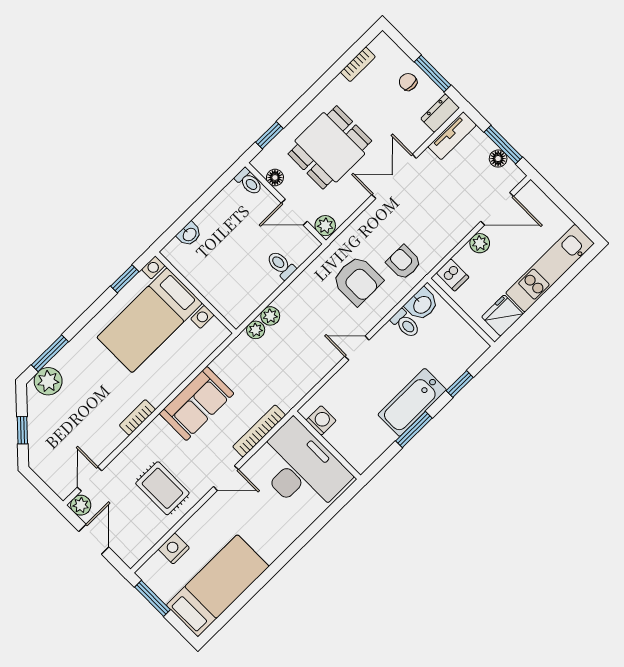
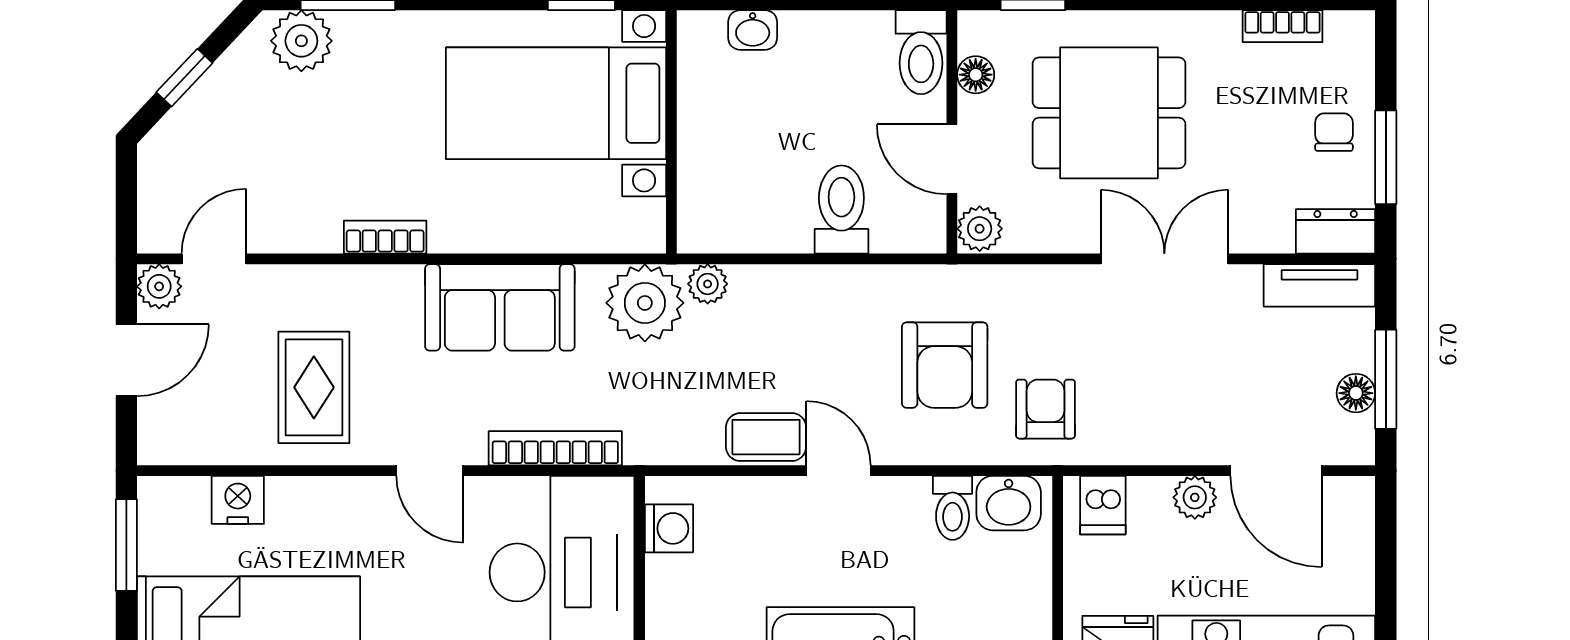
toilet: (249, 182) -> (921, 52), width x1.37, depth x1.39
toilet: (281, 265) -> (841, 210), width x1.37, depth x1.39
plant: (270, 316) -> (645, 303), moved, width x1.88, depth x1.88
coffee table: (323, 360) -> (766, 437), added

